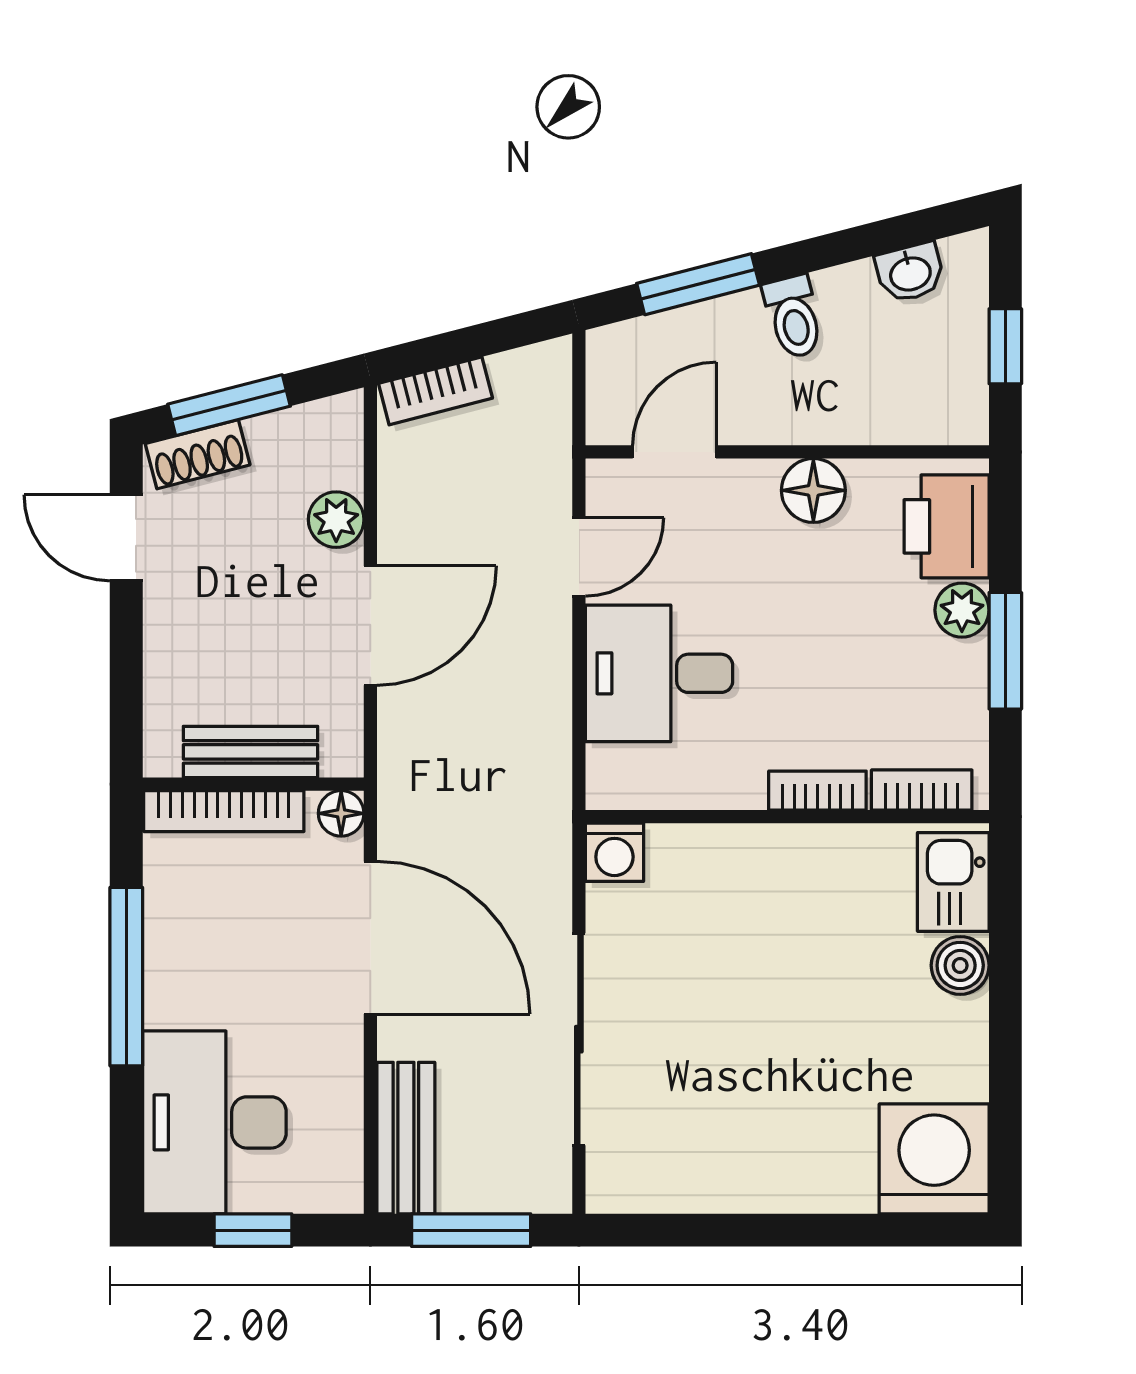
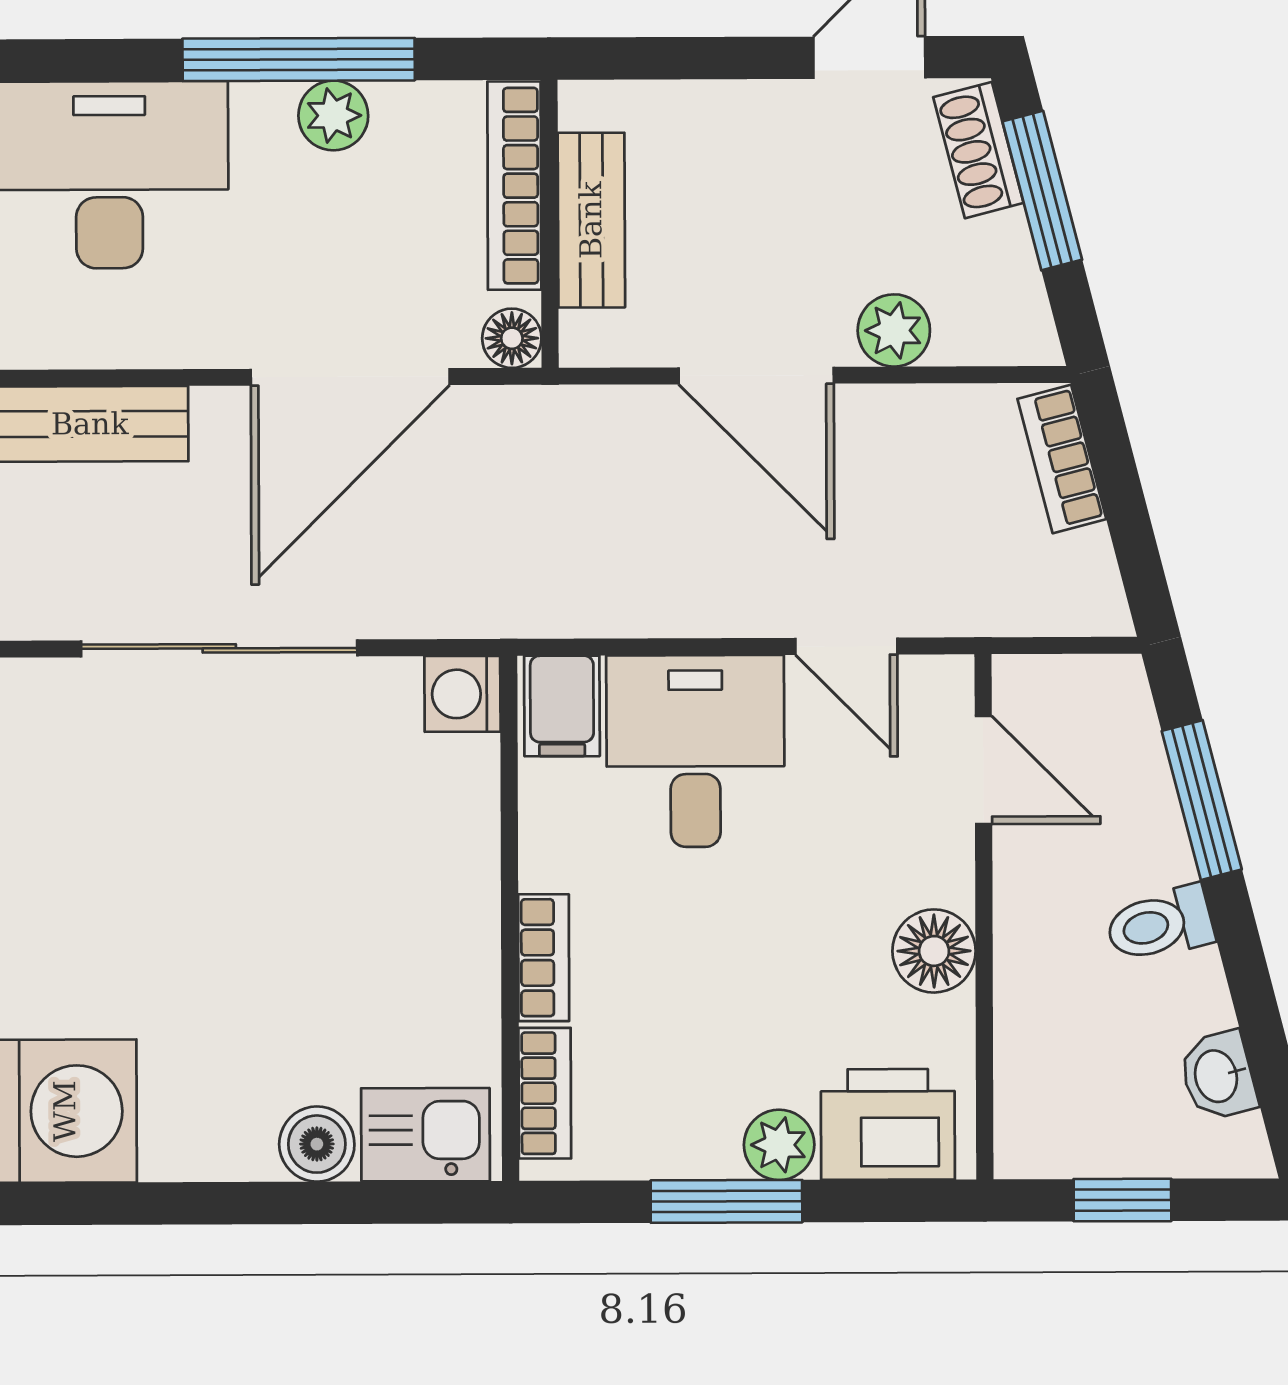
filing cabinet: (624, 776) -> (562, 706), added
plant: (169, 950) -> (333, 115), added

